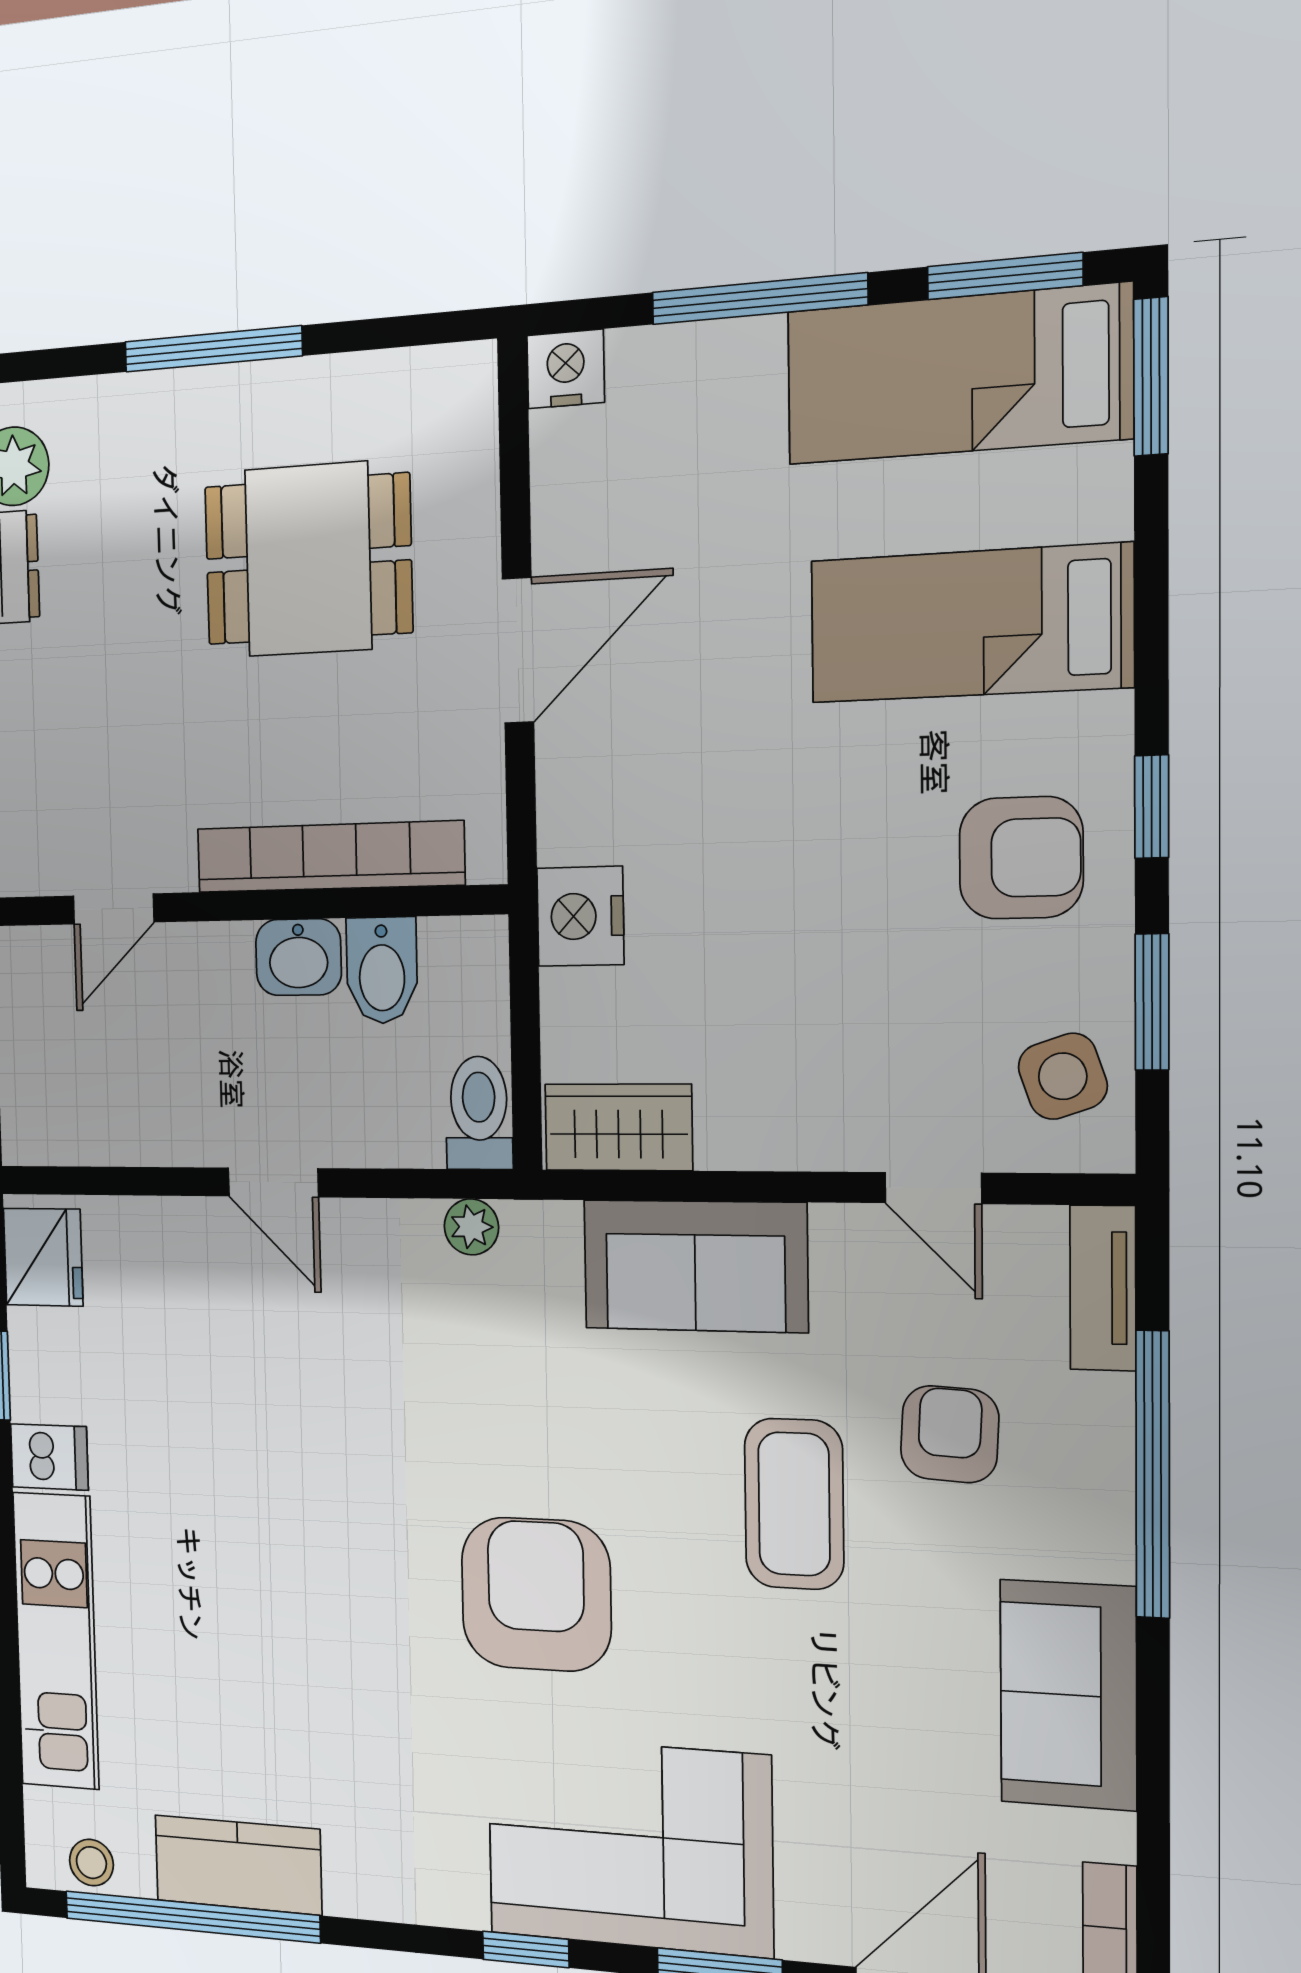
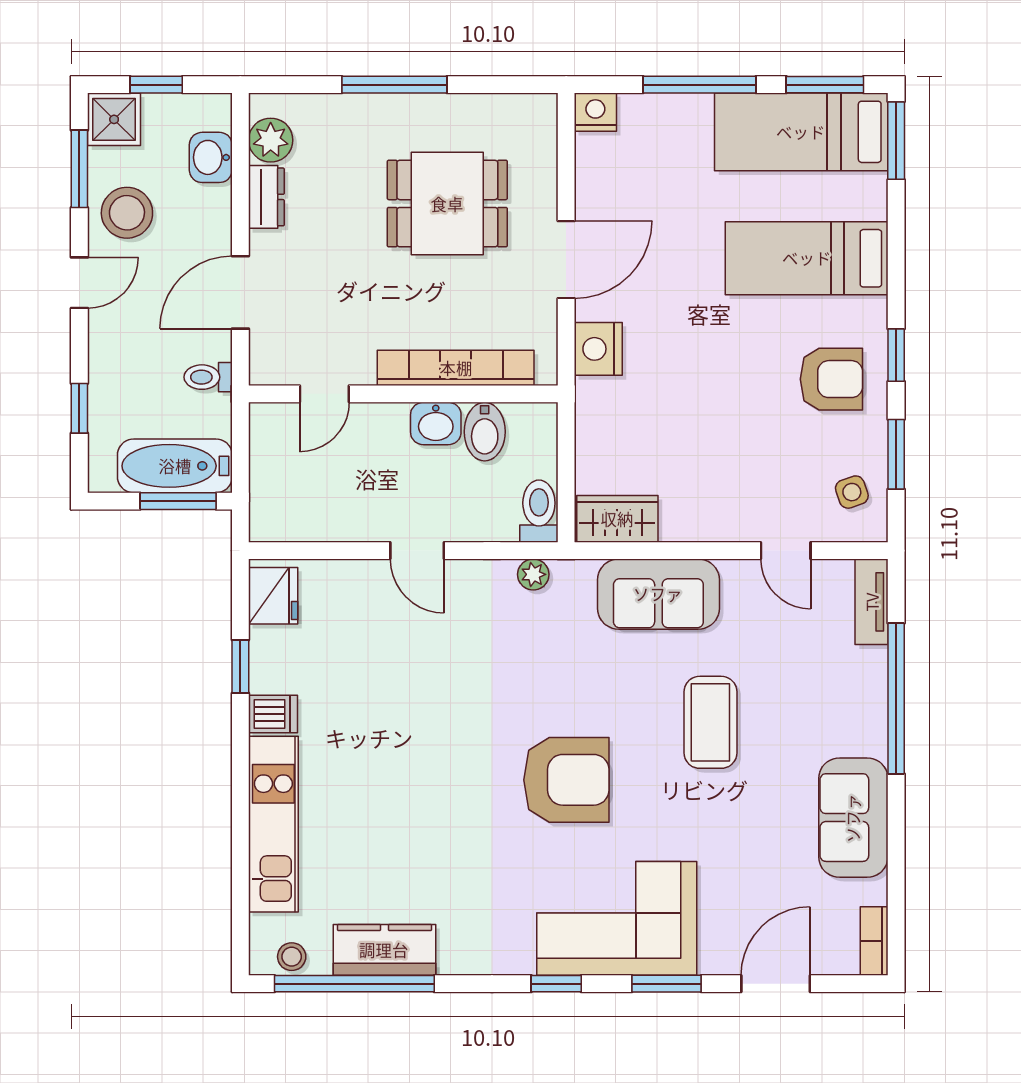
nightstand: (580, 916) -> (598, 349), moved
side table: (1063, 1076) -> (852, 492), width x0.73, depth x0.73
armchair: (950, 1434) -> (793, 681), removed
armchair: (536, 1594) -> (566, 780), turned 90

